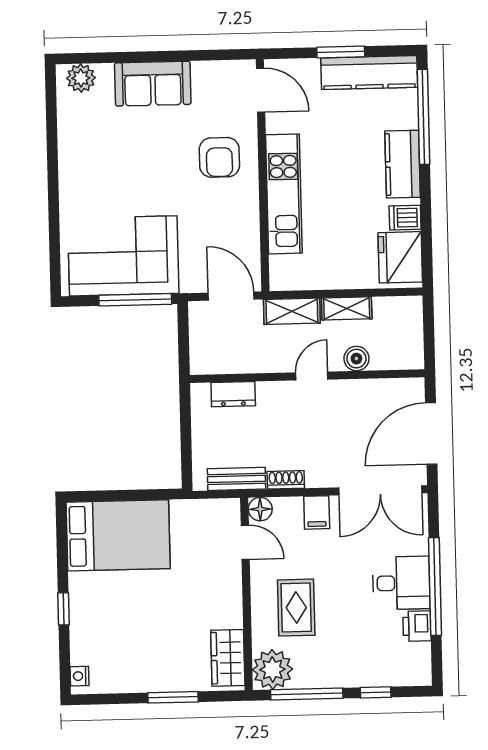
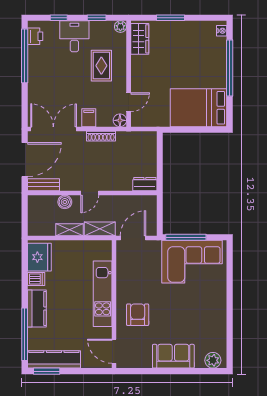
window: (341, 52) -> (47, 371), moved
door: (231, 296) -> (133, 238), swing flipped
dresser: (233, 394) -> (145, 184), moved
bench: (236, 479) -> (43, 185), moved
shoe rack: (286, 480) -> (101, 136), width x1.43
door: (245, 542) -> (129, 102), swing flipped
desk: (401, 583) -> (74, 36), moved, turned 90
window: (435, 587) -> (25, 56), moved
window: (63, 609) -> (230, 68), width x3.17
printer: (417, 626) -> (35, 36), moved
plant: (272, 669) -> (120, 27), width x0.53, depth x0.53
window: (307, 694) -> (97, 18), width x0.46

